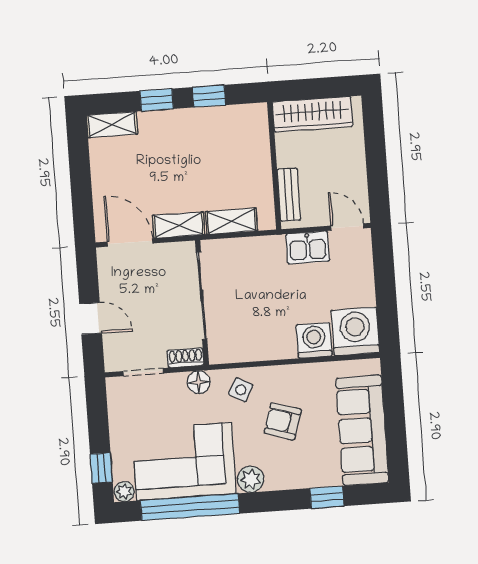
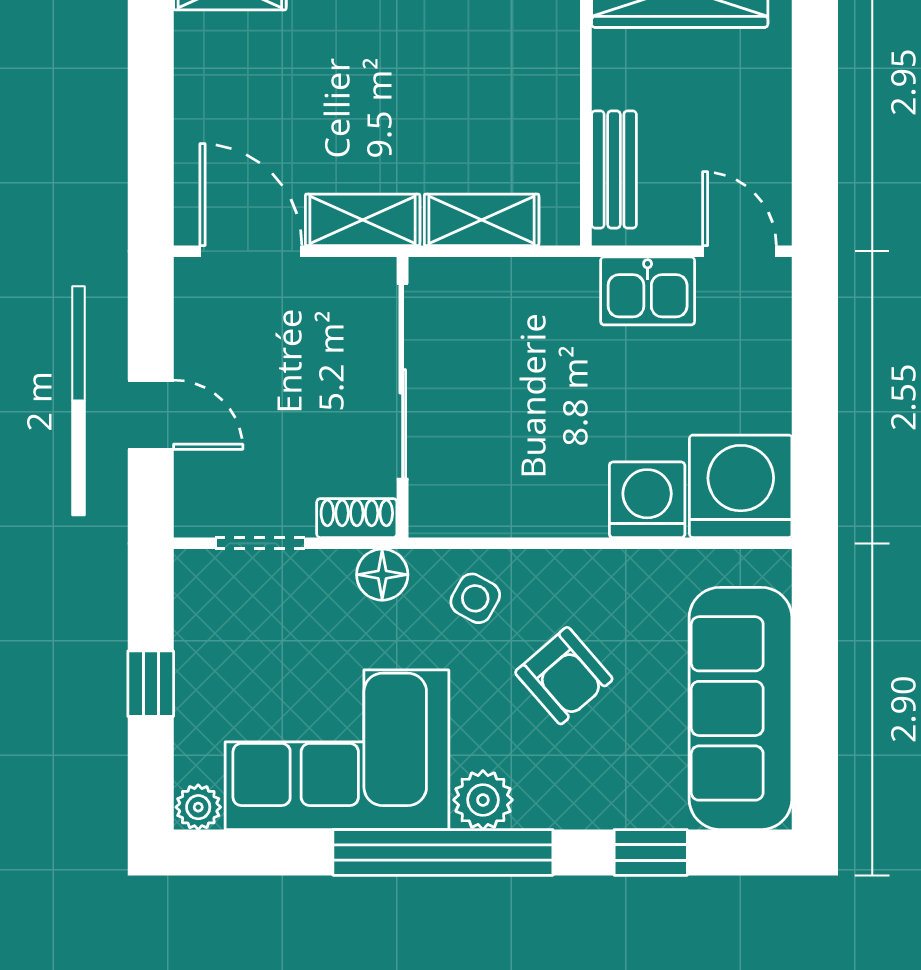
armchair: (283, 421) -> (564, 676), turned -148
window: (101, 468) -> (151, 684), moved
window: (190, 507) -> (443, 852), moved

